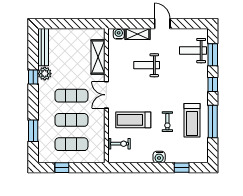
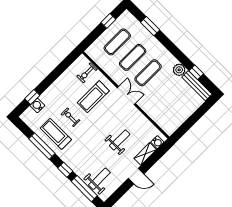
window: (213, 55) -> (84, 189), width x1.44
shelving: (98, 57) -> (156, 114), removed
window: (33, 77) -> (196, 72), moved
treadmill: (133, 120) -> (93, 97), turned 180
water cooler: (159, 157) -> (37, 105), moved

